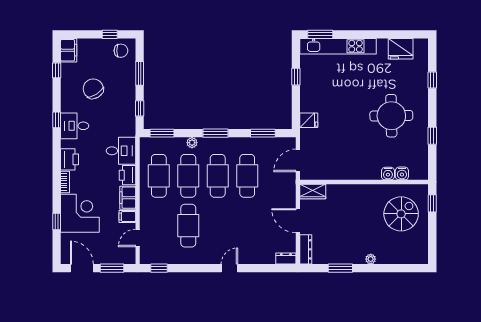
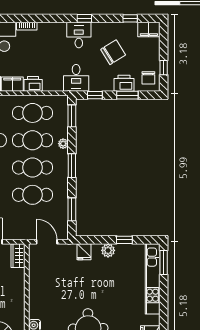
plant: (307, 94) -> (108, 250), added
desk: (121, 151) -> (76, 78), moved
printer: (69, 159) -> (124, 83), moved, turned 180

